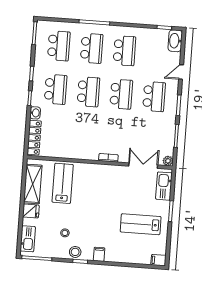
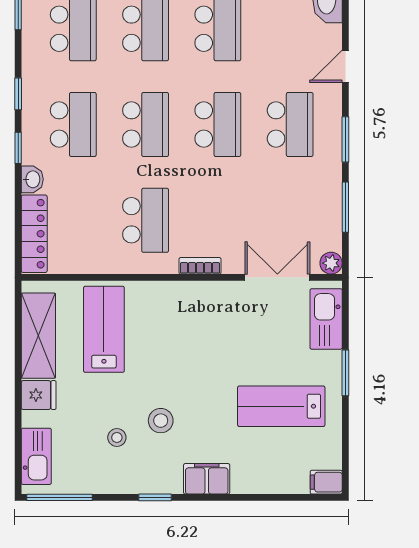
school desk: (85, 135) -> (146, 220), added
stool: (75, 252) -> (161, 421), moved
filing cabinet: (99, 254) -> (207, 479), width x2.00

